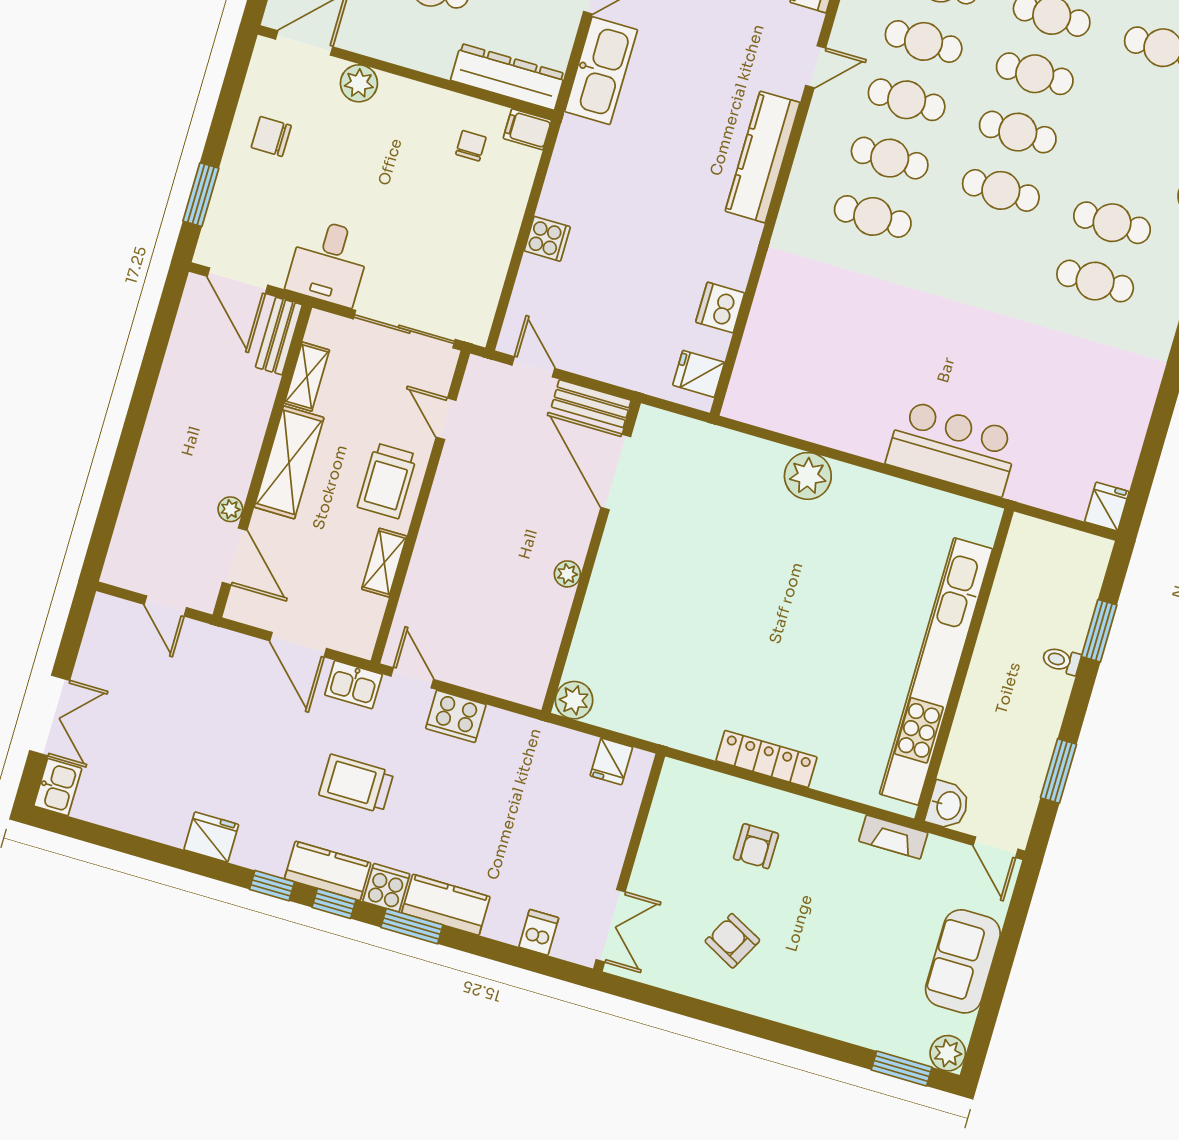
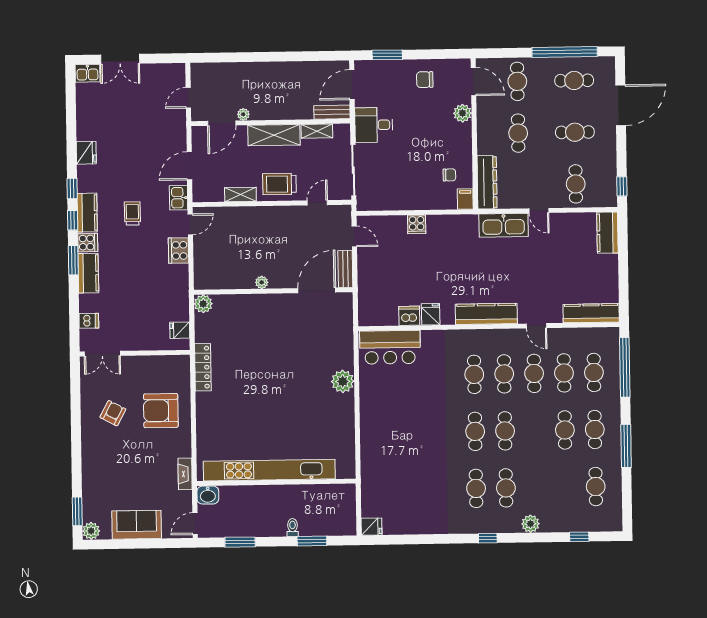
cafe table: (1018, 132) -> (475, 431), moved
chair: (271, 136) -> (425, 80), turned -90
door: (533, 367) -> (354, 236), hinge flipped
fridge: (699, 374) -> (431, 314), moved
bar counter: (953, 448) -> (390, 347), moved, turned 90
locker: (767, 759) -> (203, 367), moved
trolley: (356, 784) -> (132, 213), width x0.73, depth x0.72
armchair: (756, 846) -> (161, 411), width x1.88, depth x1.88

